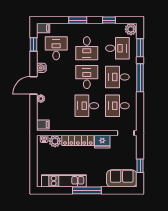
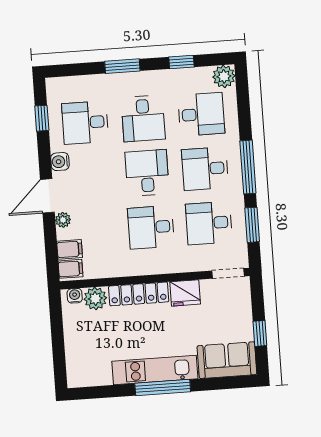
filing cabinet: (43, 28) -> (70, 249), moved
desk: (56, 48) -> (85, 123), turned -90
window: (140, 48) -> (252, 225), moved
kitchen unit: (64, 181) -> (155, 370), moved

